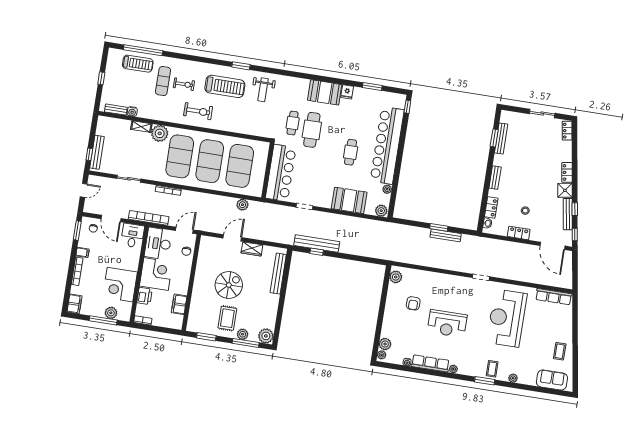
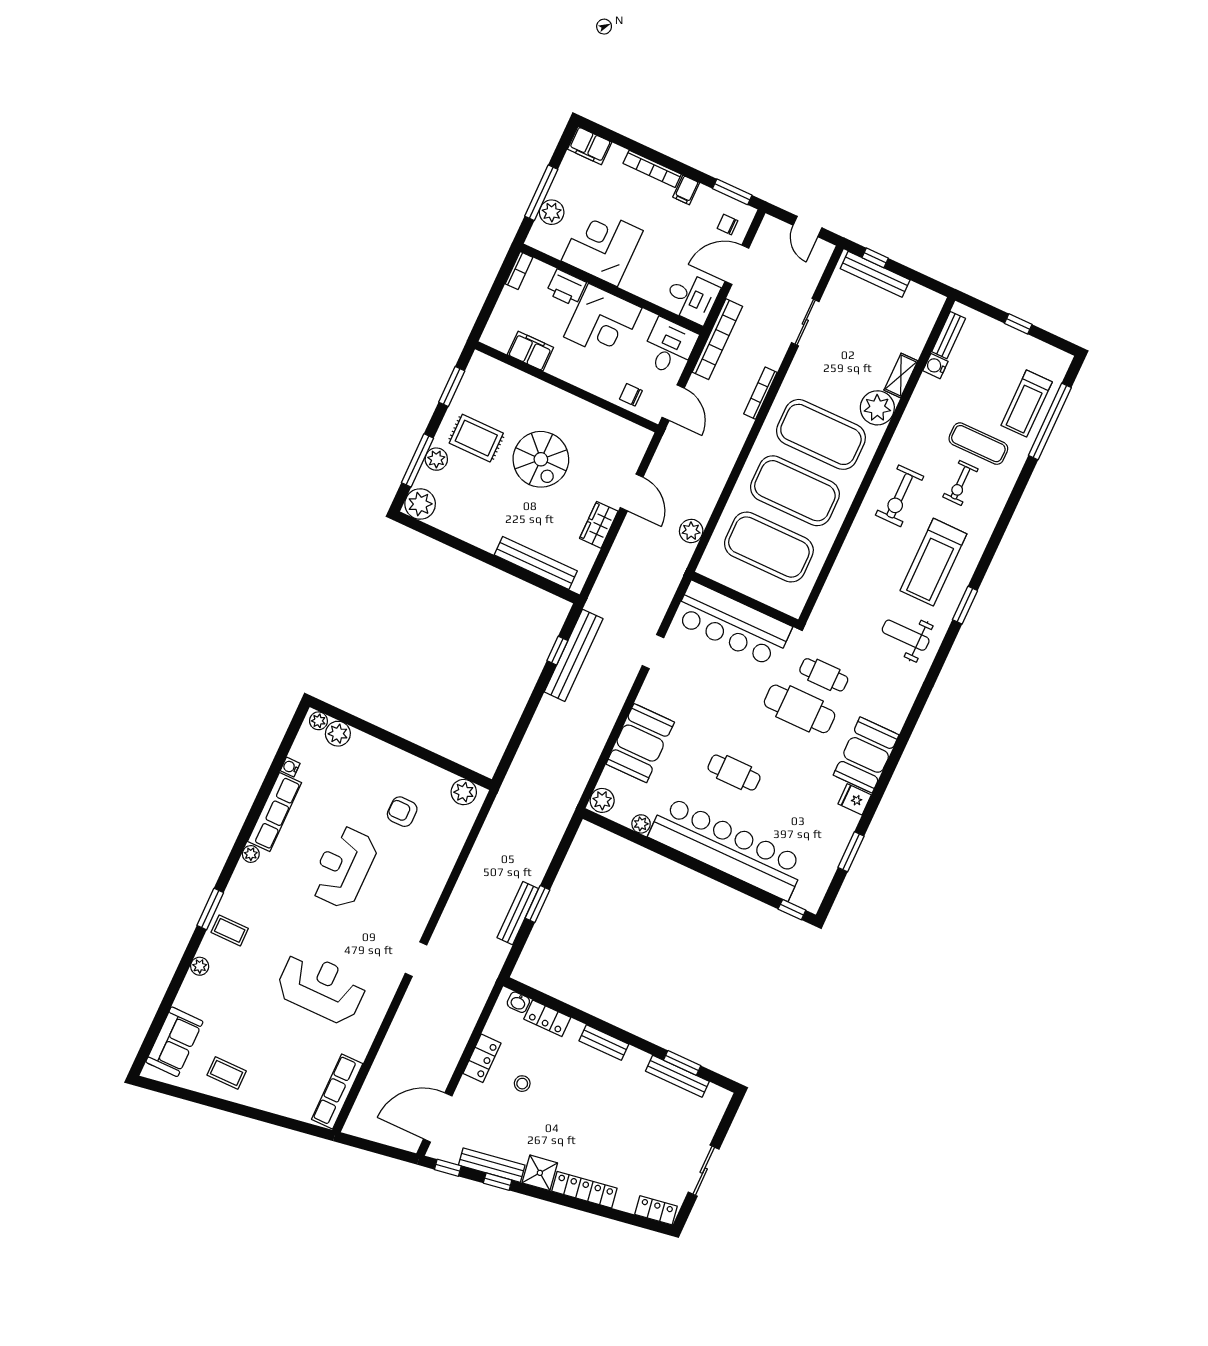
locker: (567, 172) -> (584, 1190), width x1.53
desk: (158, 244) -> (669, 347), width x0.73
reception desk: (507, 318) -> (321, 987), width x0.74, depth x0.77

